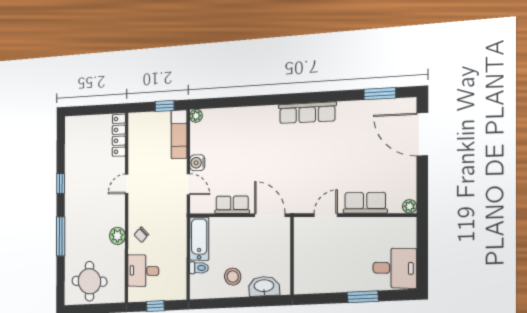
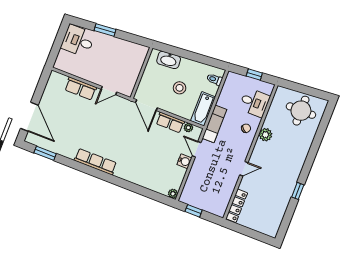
exam couch: (179, 134) -> (215, 124), moved
plant: (410, 206) -> (188, 128), moved
window: (61, 236) -> (313, 152), removed
toilet: (199, 268) -> (215, 79), moved
stool: (233, 277) -> (180, 88), moved

